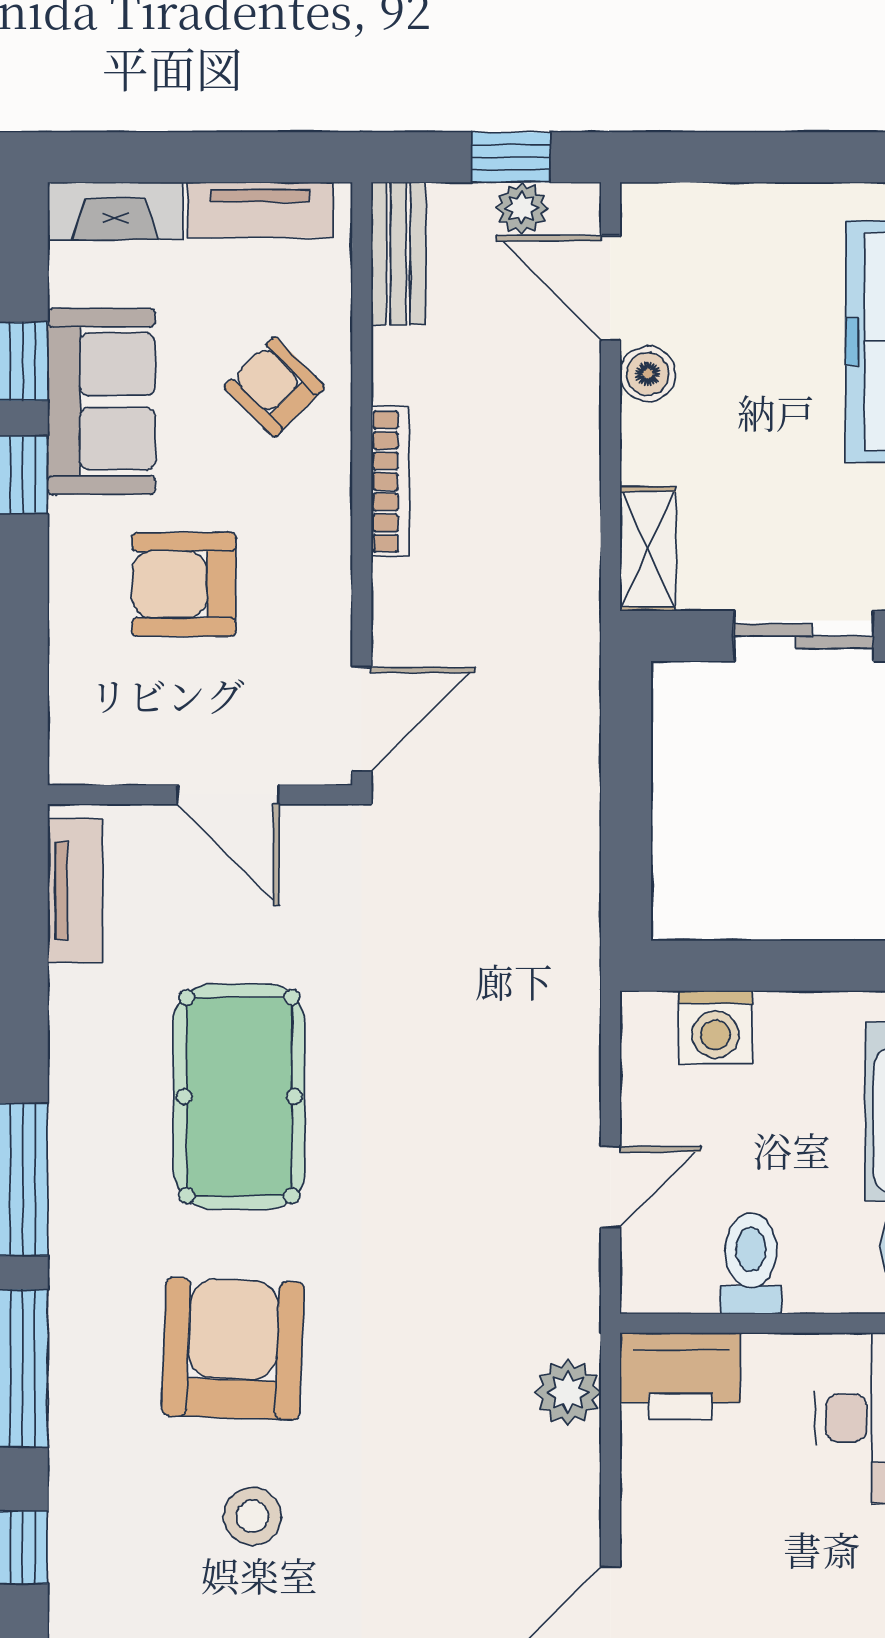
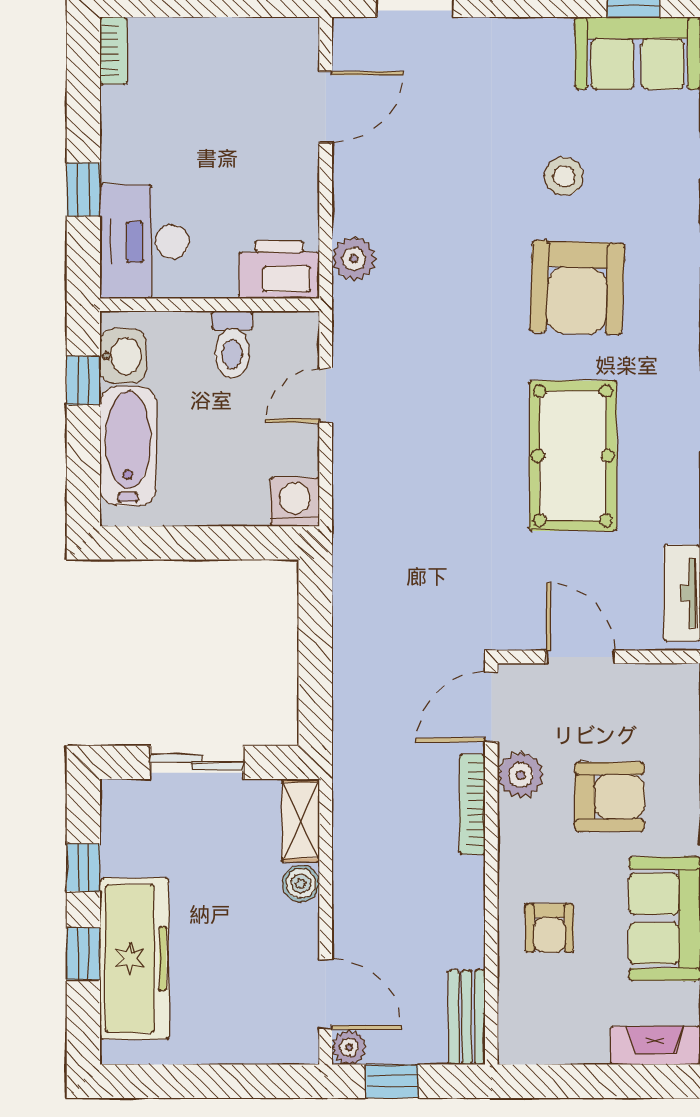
plant: (522, 208) -> (349, 1047), moved
tv unit: (260, 210) -> (559, 1046), removed
boiler: (648, 374) -> (301, 884), moved
armchair: (274, 387) -> (549, 928), turned 45
bookcase: (390, 482) -> (472, 804), moved
plant: (317, 617) -> (521, 775), added
washing machine: (715, 1027) -> (295, 502), moved

